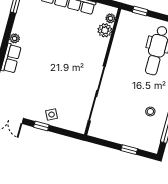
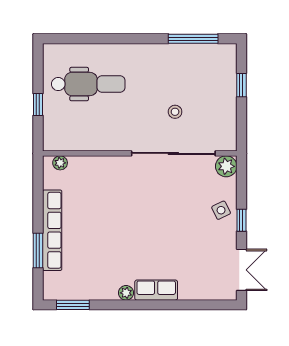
window: (140, 11) -> (38, 105), moved
plant: (105, 30) -> (226, 166), moved
stool: (150, 111) -> (175, 112), moved

